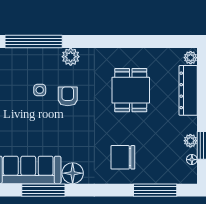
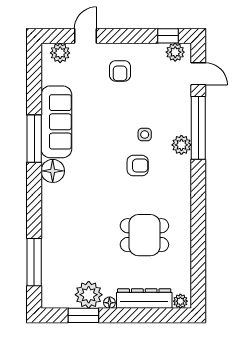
plant: (71, 57) -> (181, 145), moved
plant: (190, 141) -> (89, 295), width x1.88, depth x1.88
chair: (123, 157) -> (70, 226), removed
floor lamp: (192, 160) -> (109, 303), moved

